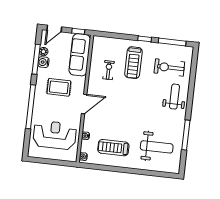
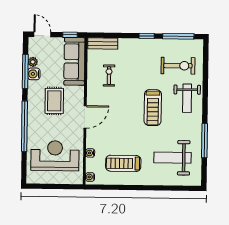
door: (54, 29) -> (42, 34), swing flipped
bench: (106, 42) -> (103, 43), added
treadmill: (133, 63) -> (153, 108), moved
exercise bike: (169, 67) -> (178, 66), turned 180
rug: (59, 87) -> (54, 101), turned 90
weight bench: (174, 97) -> (187, 98), turned 180
weight bench: (157, 147) -> (173, 158), turned 180

